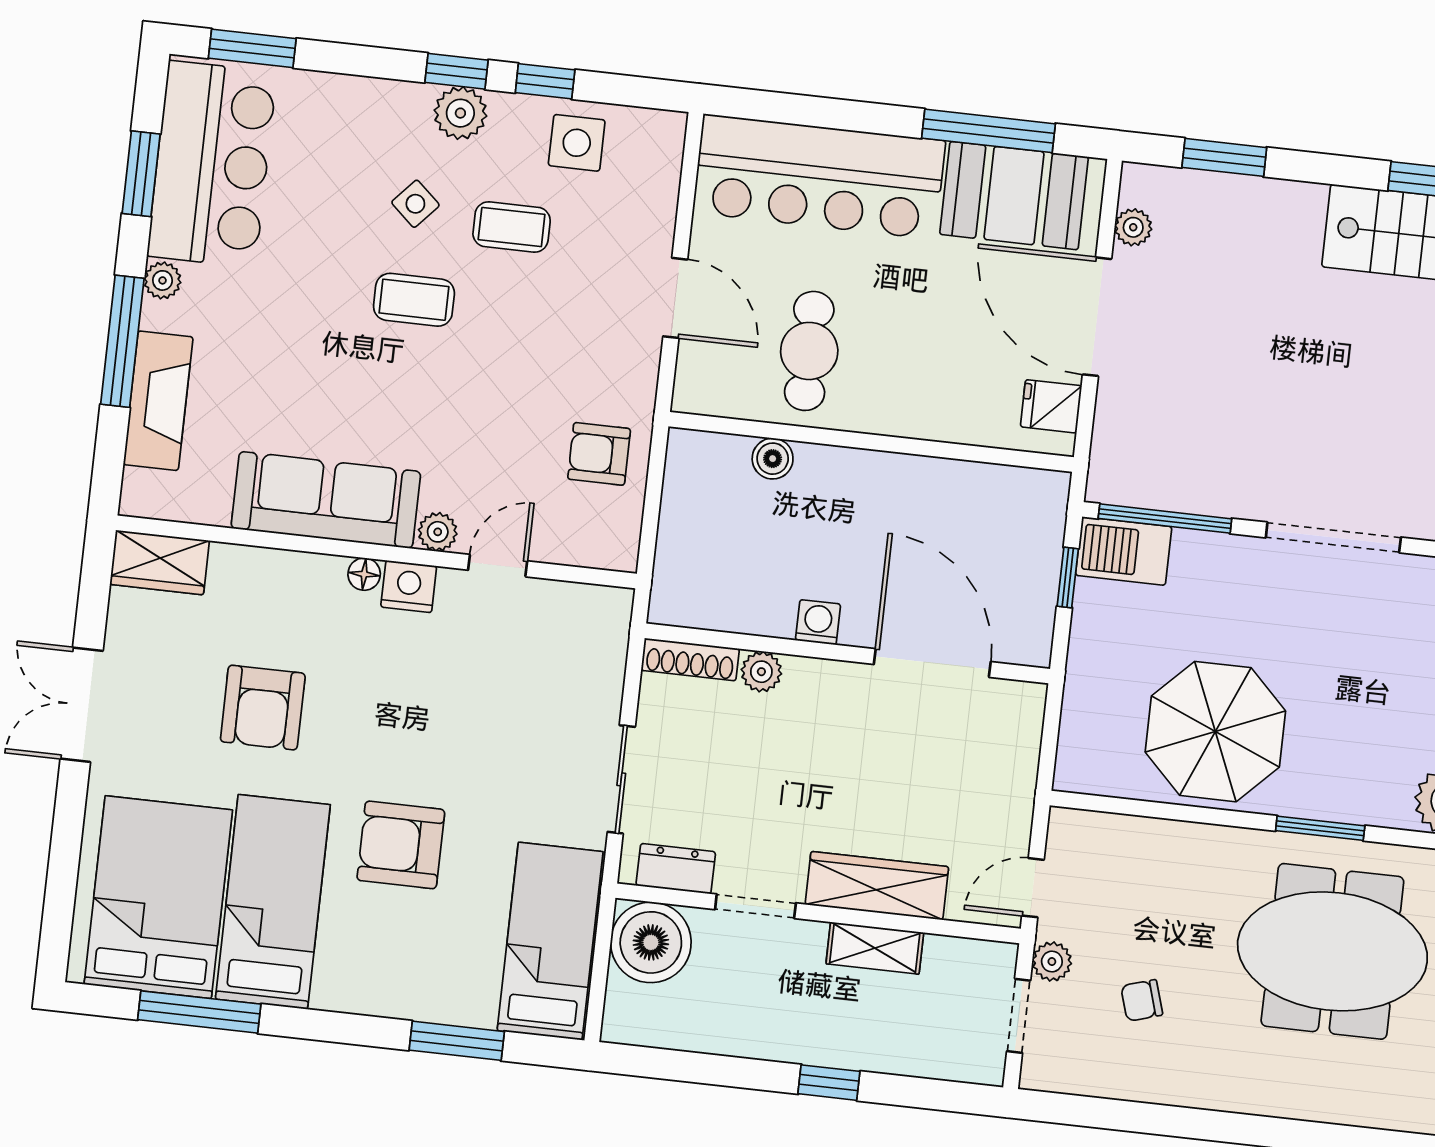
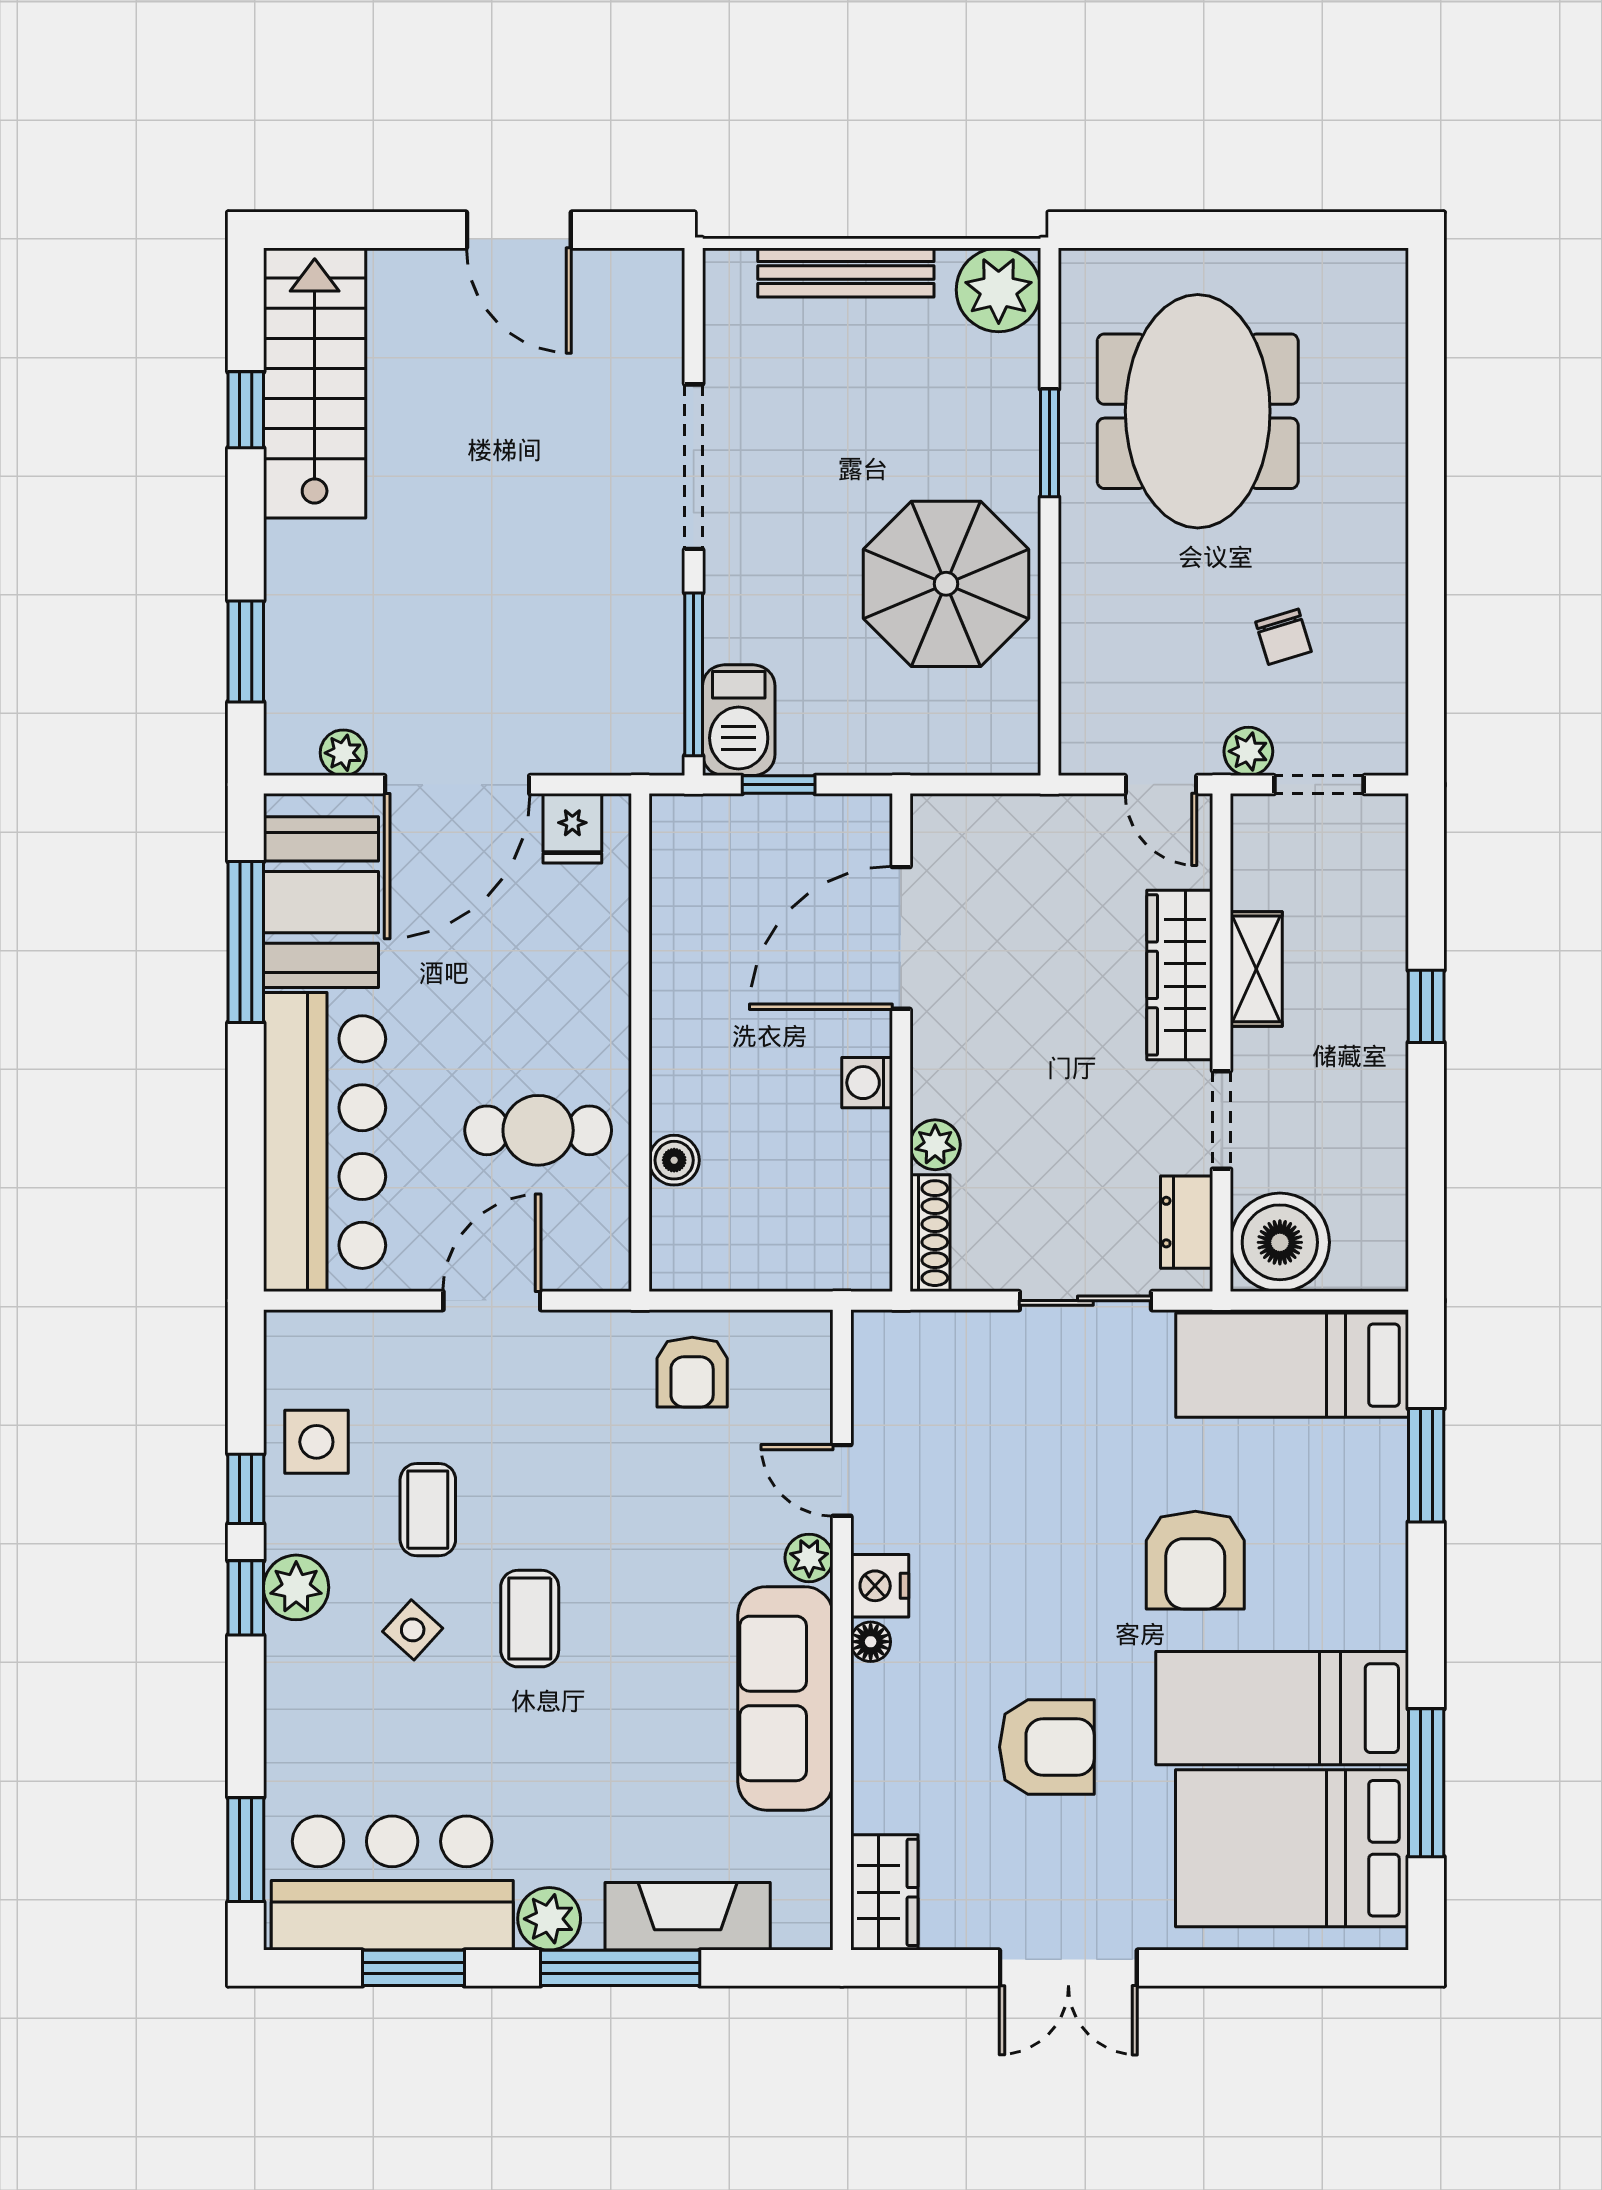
plant: (163, 280) -> (549, 1919), width x1.38, depth x1.38

